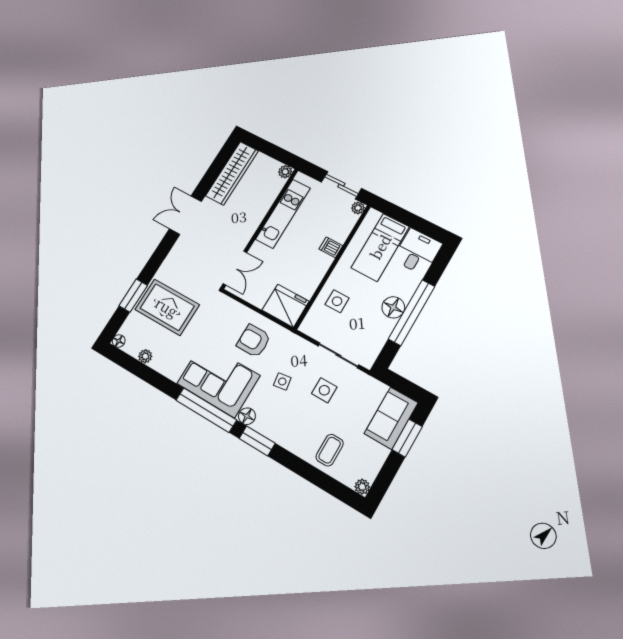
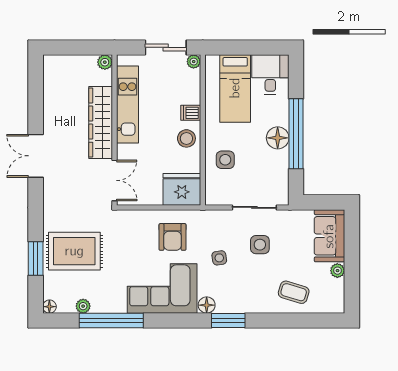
wardrobe: (232, 173) -> (101, 123), moved, turned 180
stool: (315, 266) -> (186, 138), added
armchair: (254, 341) -> (173, 237), turned -90
window: (206, 410) -> (111, 321), moved
window: (407, 438) -> (352, 245), removed
coffee table: (330, 450) -> (294, 292), turned -73
plant: (362, 487) -> (337, 271), moved

